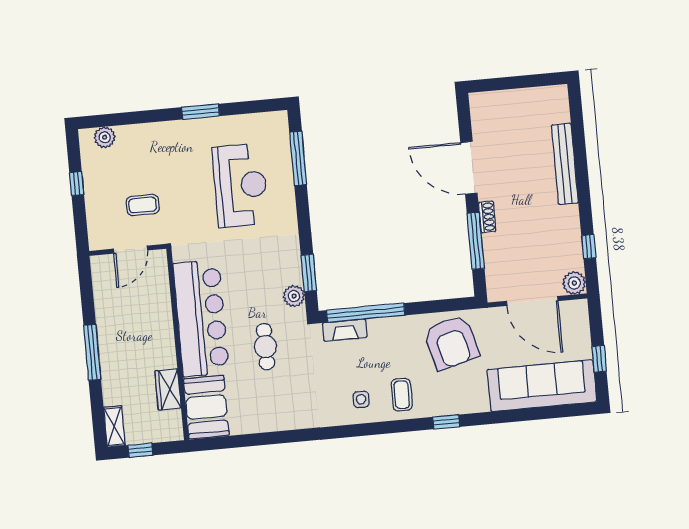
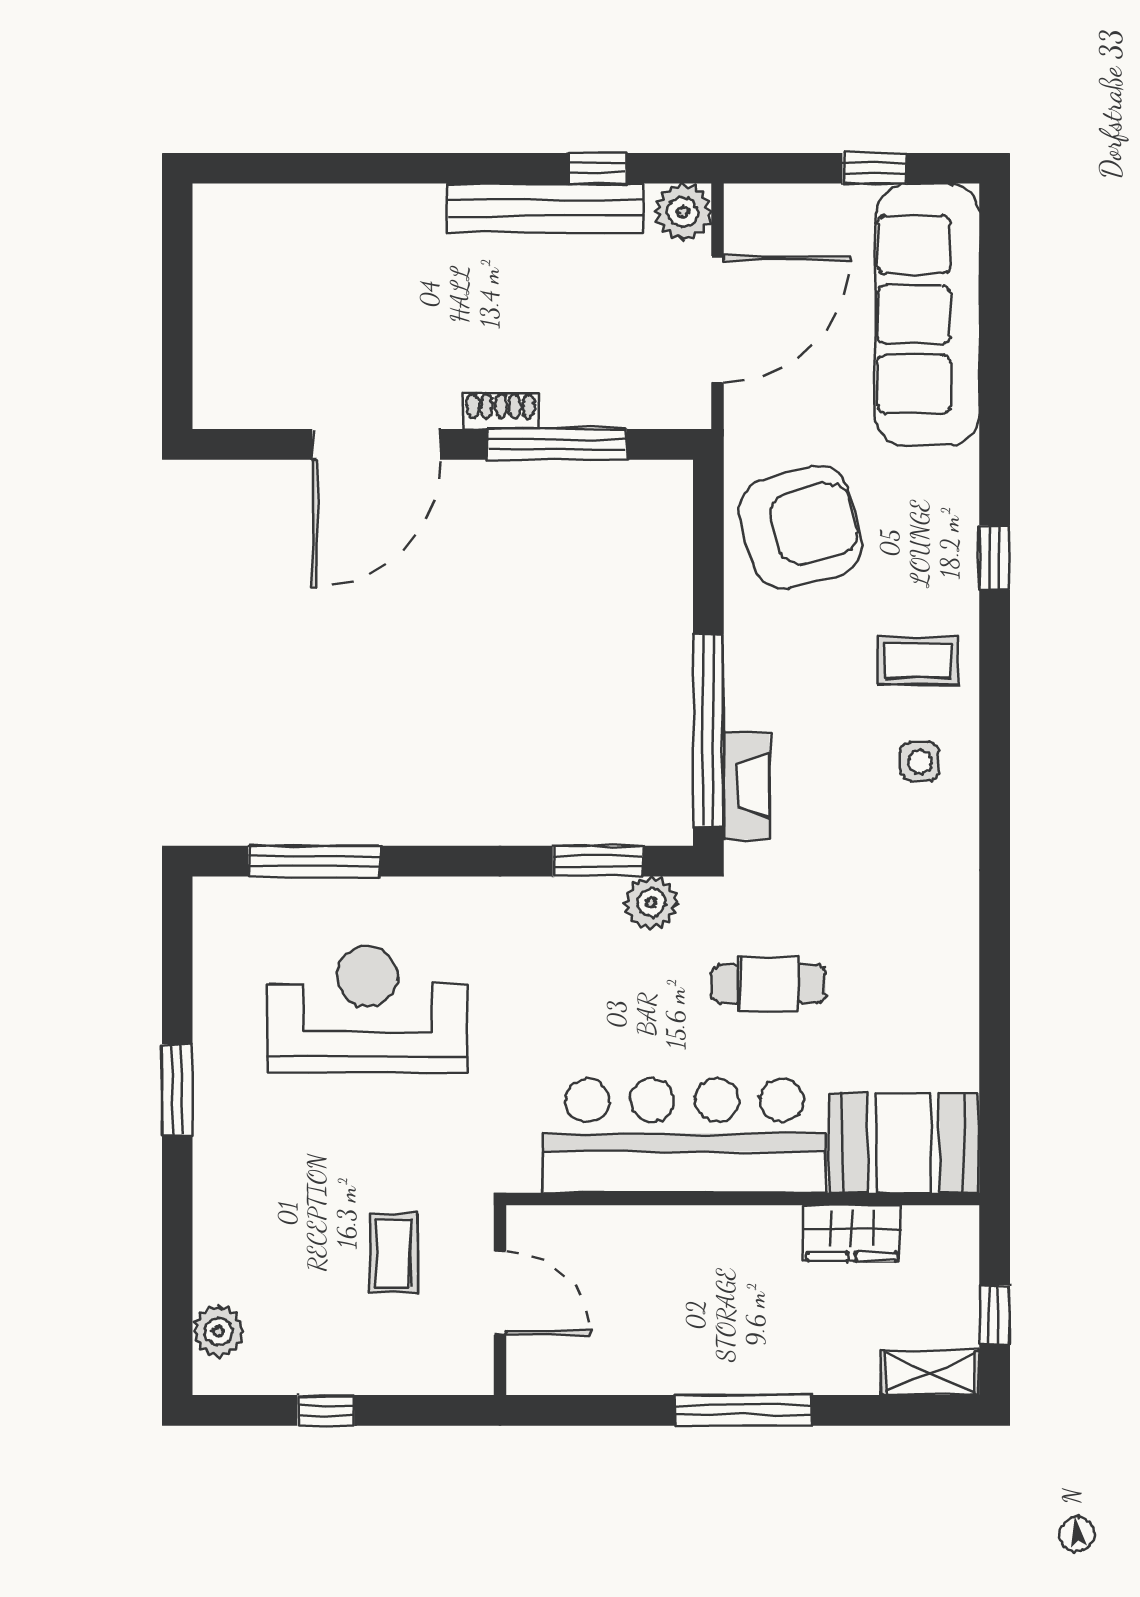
bench: (565, 164) -> (545, 208), moved

